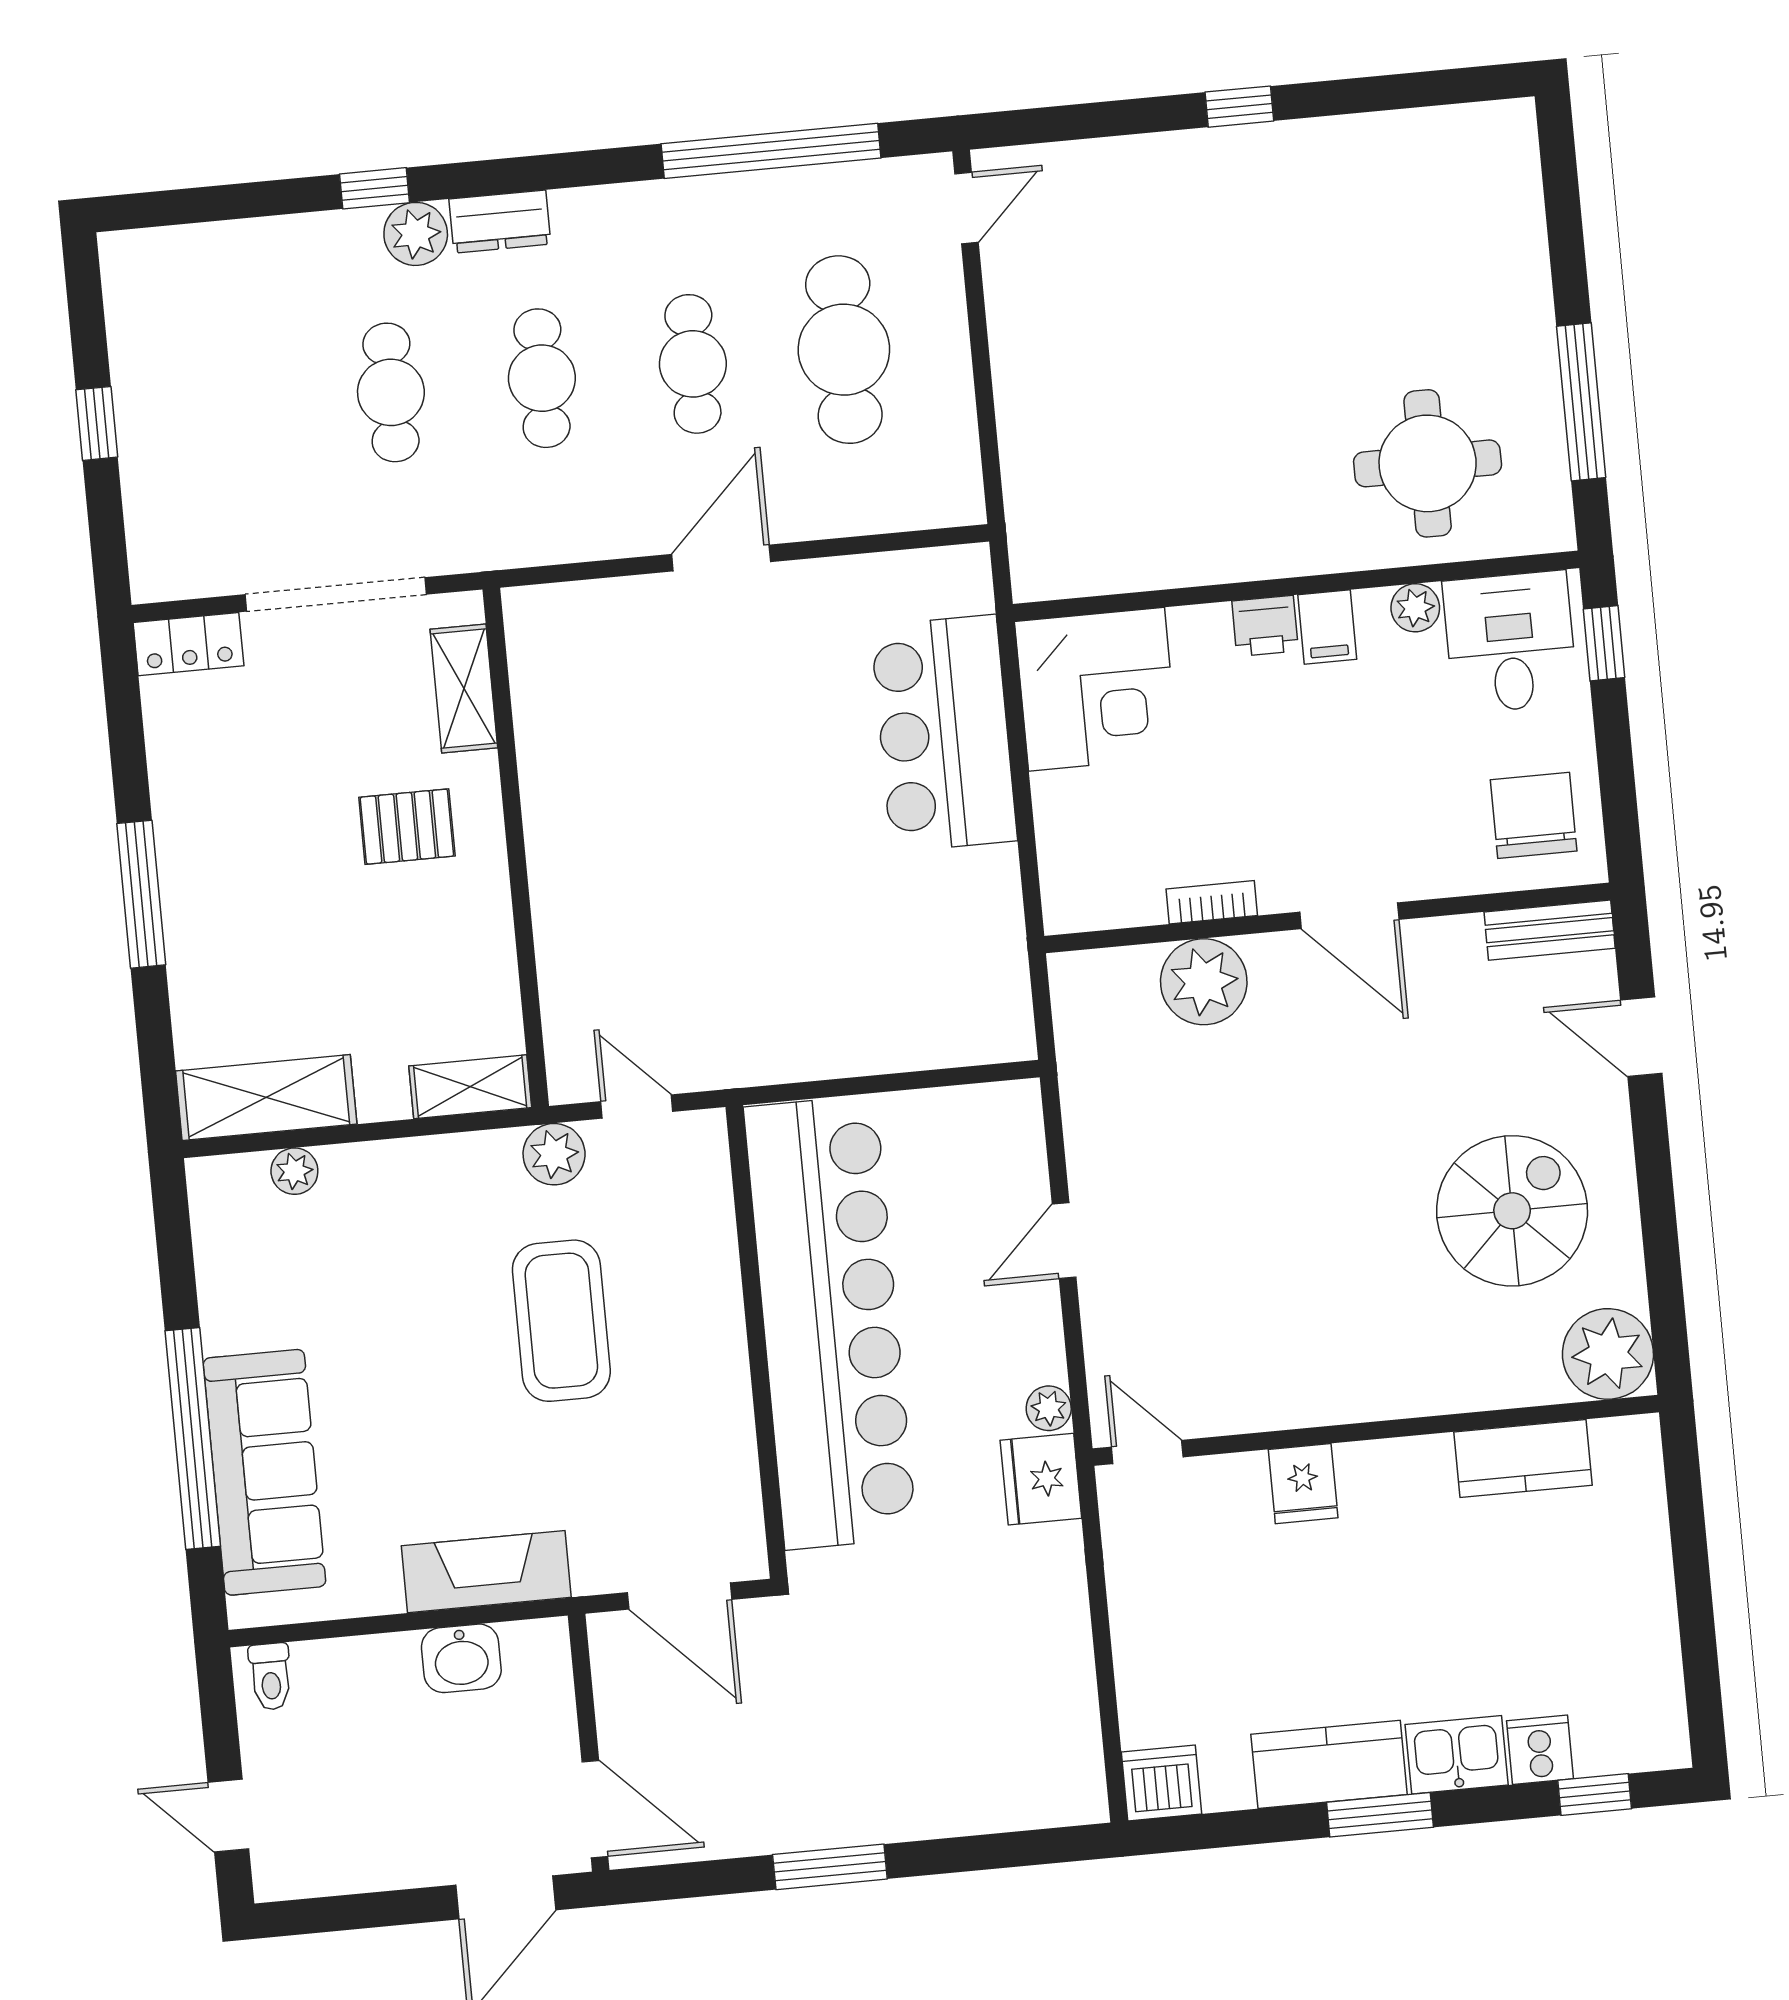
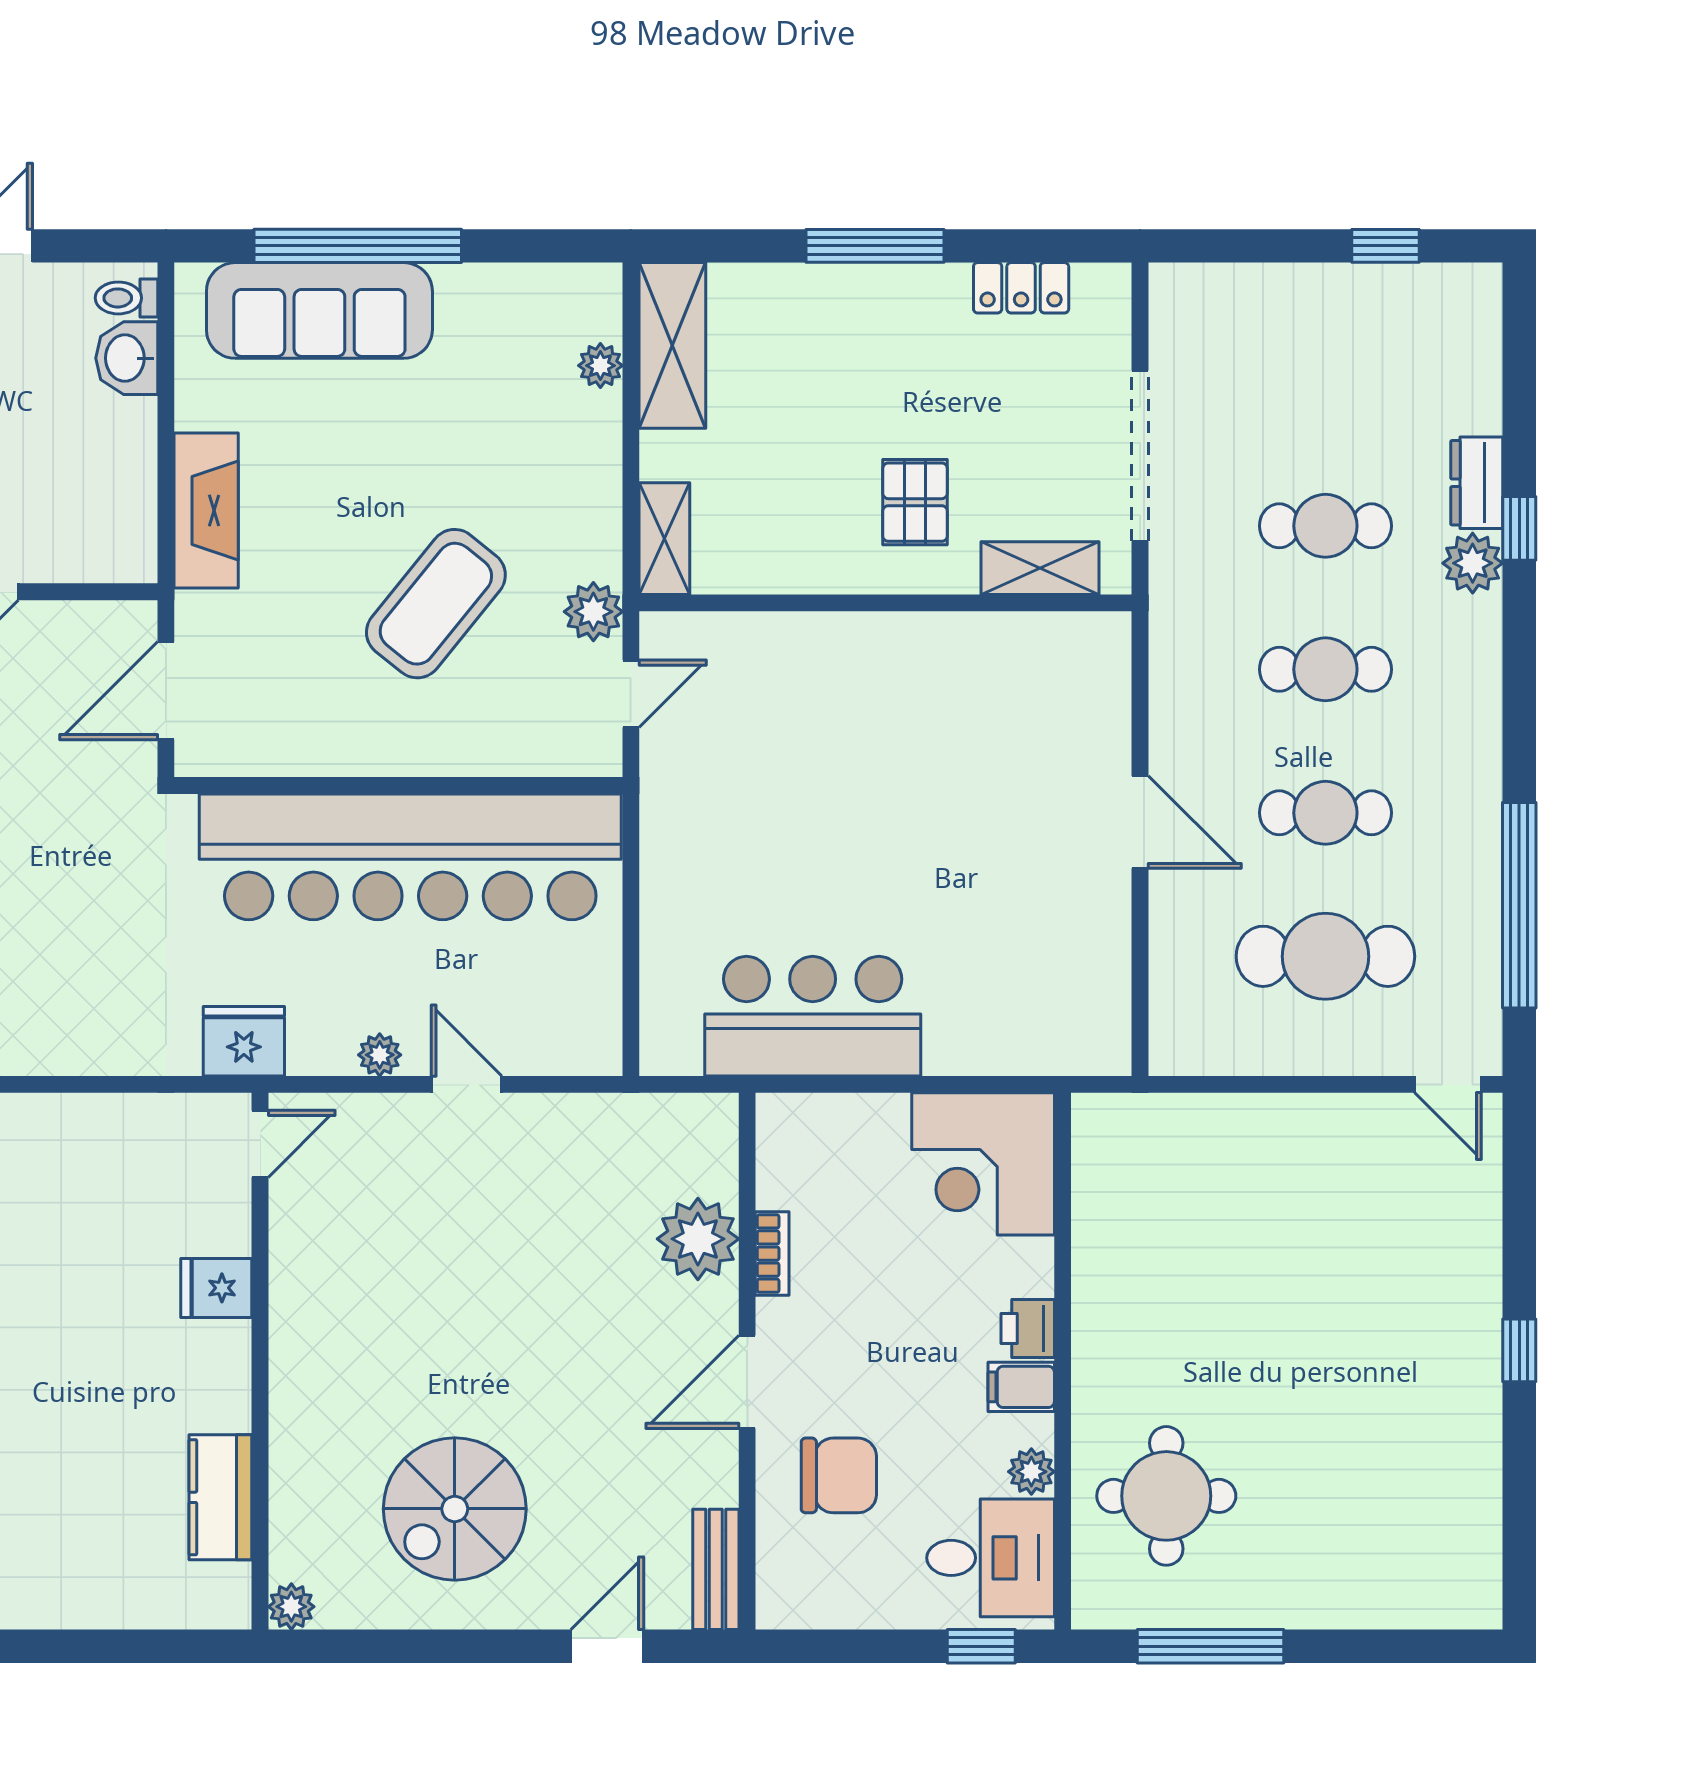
dresser: (500, 222) -> (1477, 483), moved
window: (97, 423) -> (1385, 246), moved
locker: (188, 644) -> (1021, 288), moved, turned -90
bar counter: (944, 733) -> (813, 1016), moved
chair: (1534, 815) -> (839, 1475), moved
spiral stairs: (1512, 1211) -> (455, 1509), turned 90
coffee table: (561, 1321) -> (436, 604), turned -51
plant: (1608, 1354) -> (291, 1607), width x0.53, depth x0.53
plant: (1049, 1408) -> (380, 1055), moved
washbasin: (461, 1658) -> (127, 358), moved

